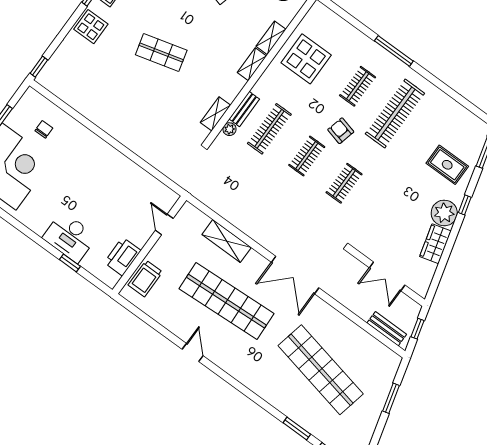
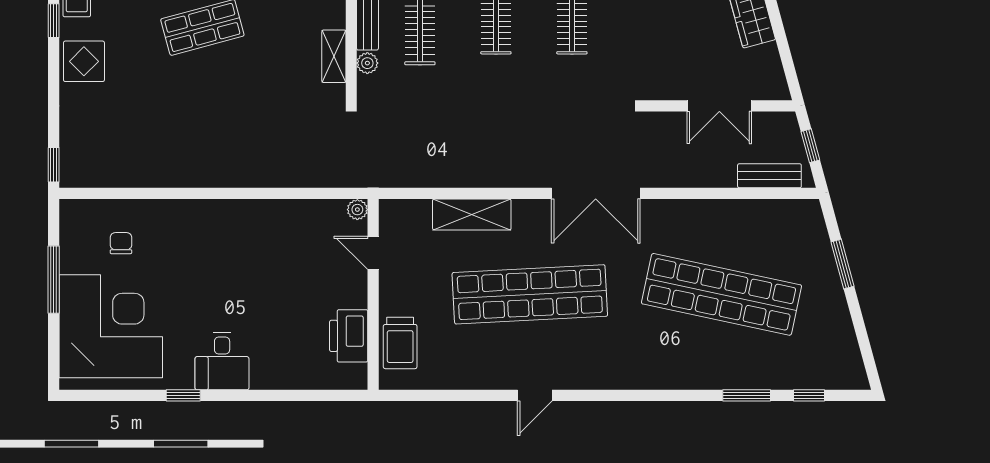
plant: (172, 198) -> (357, 210), added
desk: (70, 237) -> (222, 361), moved, width x0.73
window: (70, 263) -> (183, 395), moved
door: (193, 353) -> (535, 395), swing flipped

